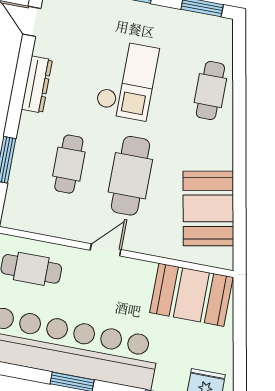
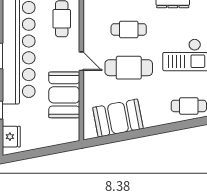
booth: (191, 295) -> (64, 95), moved

